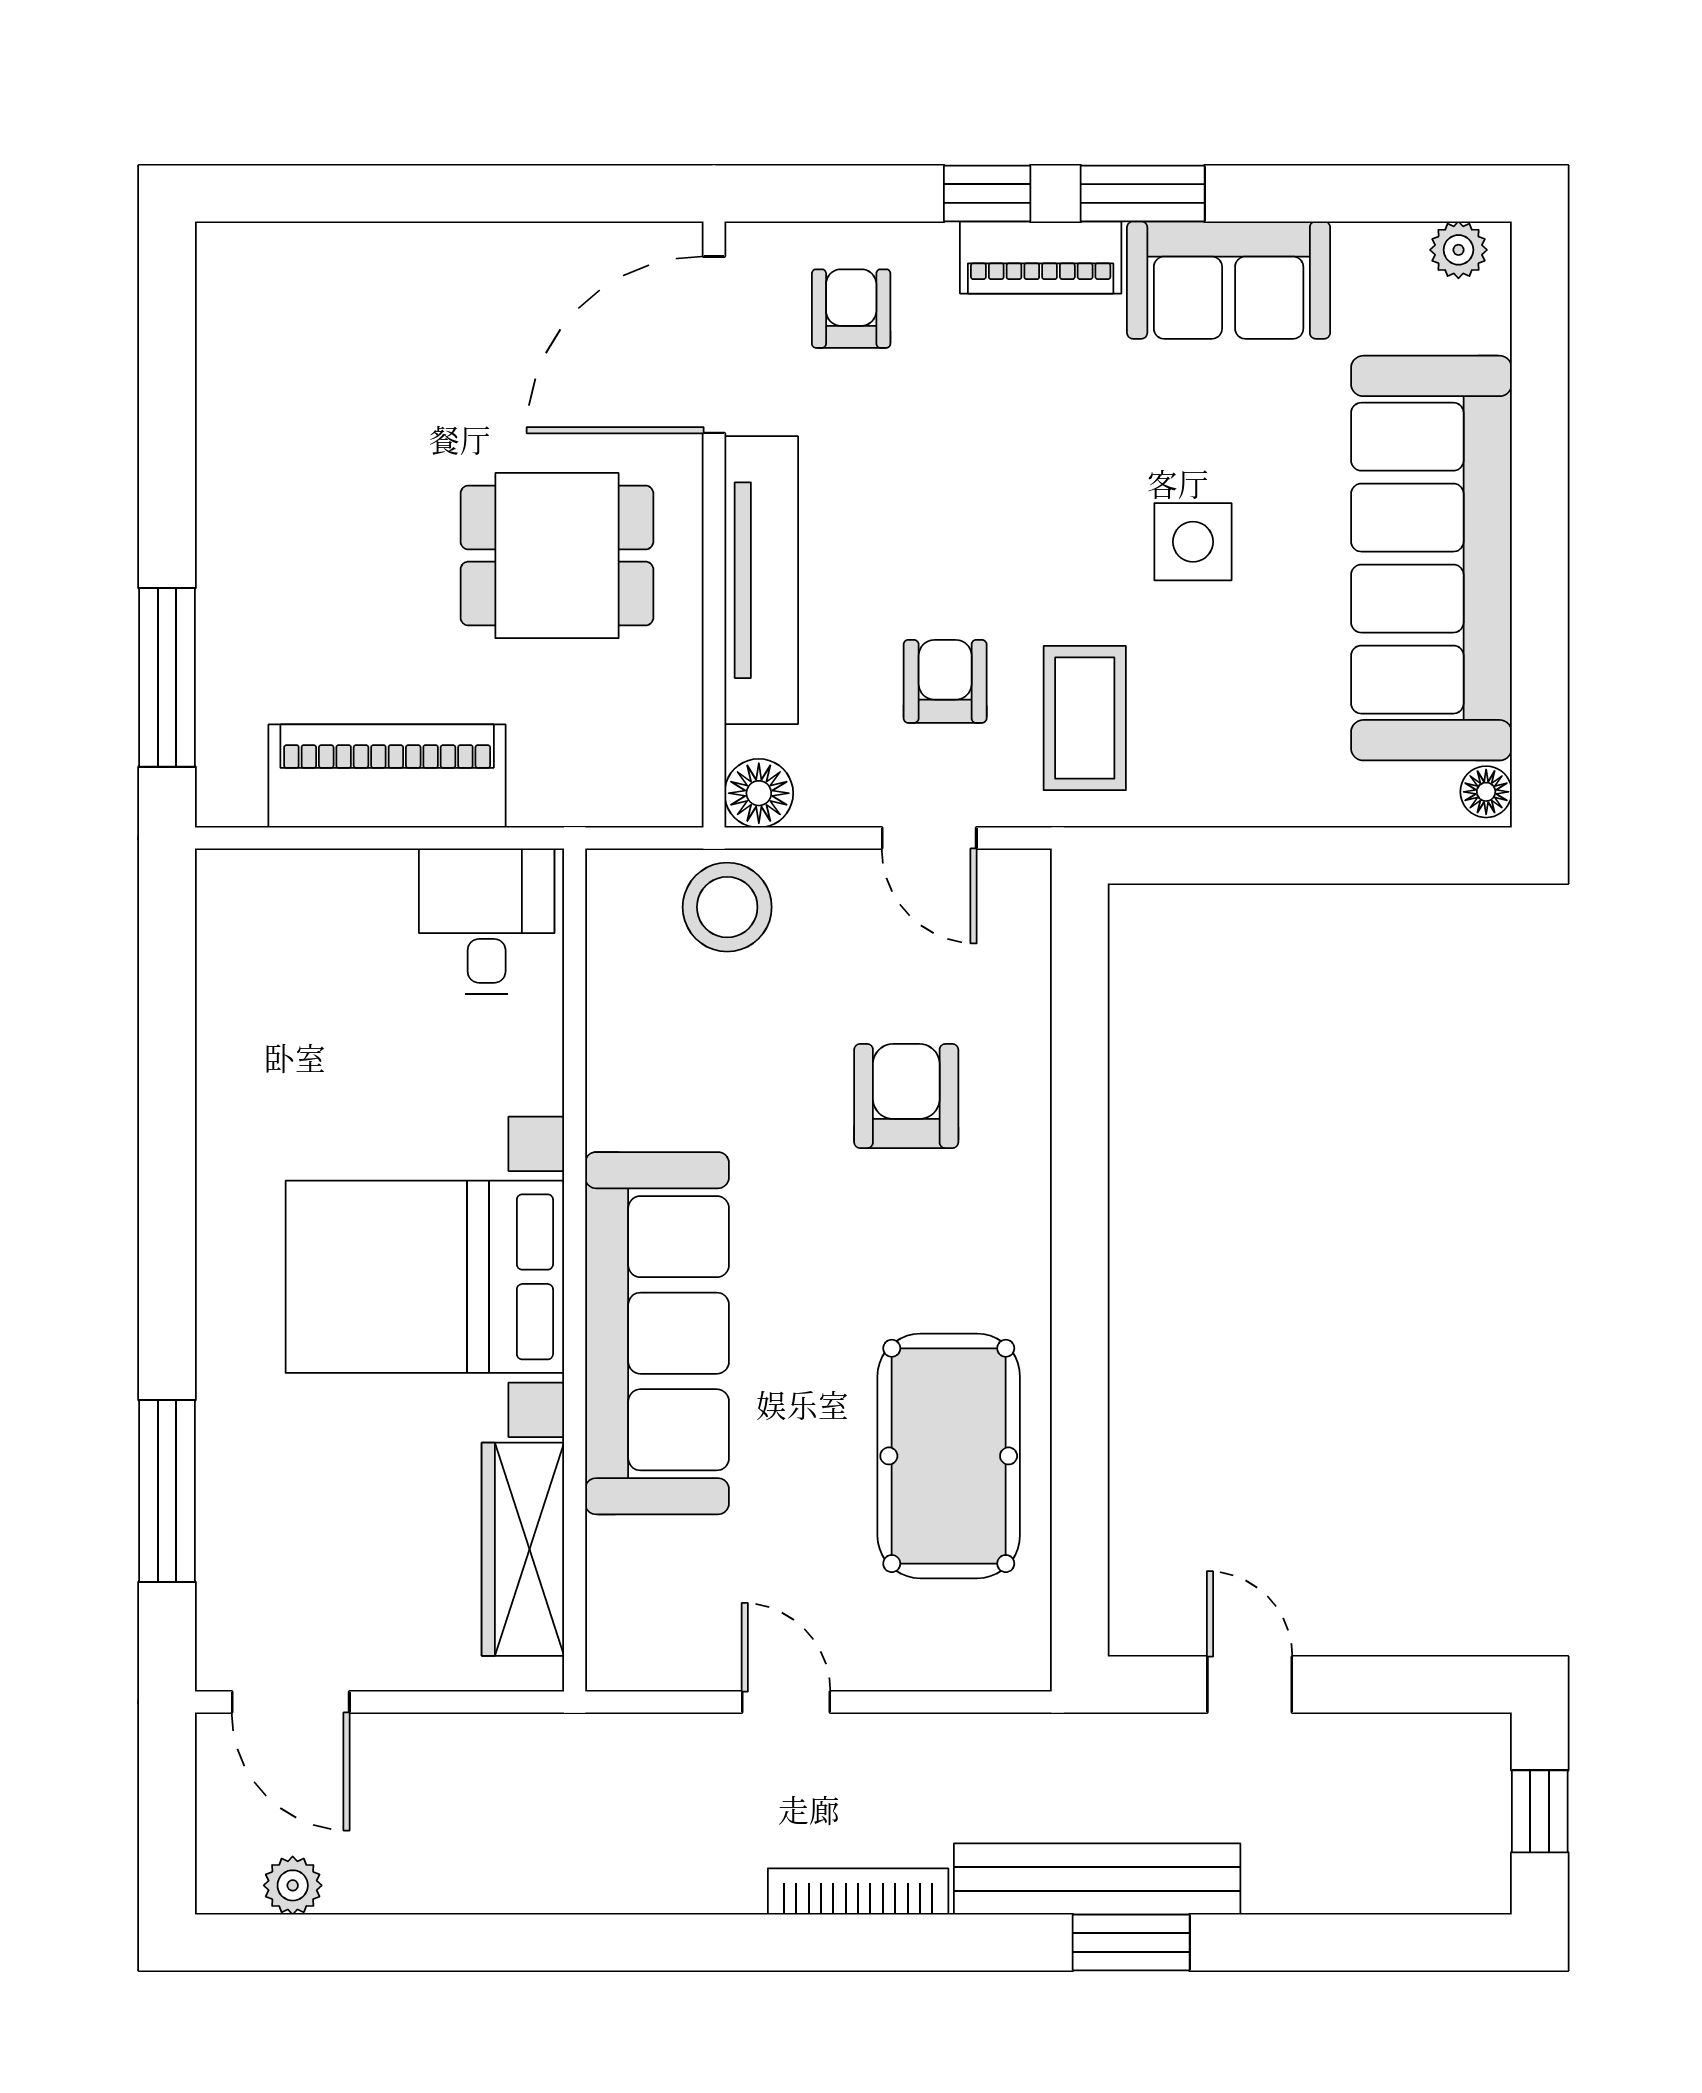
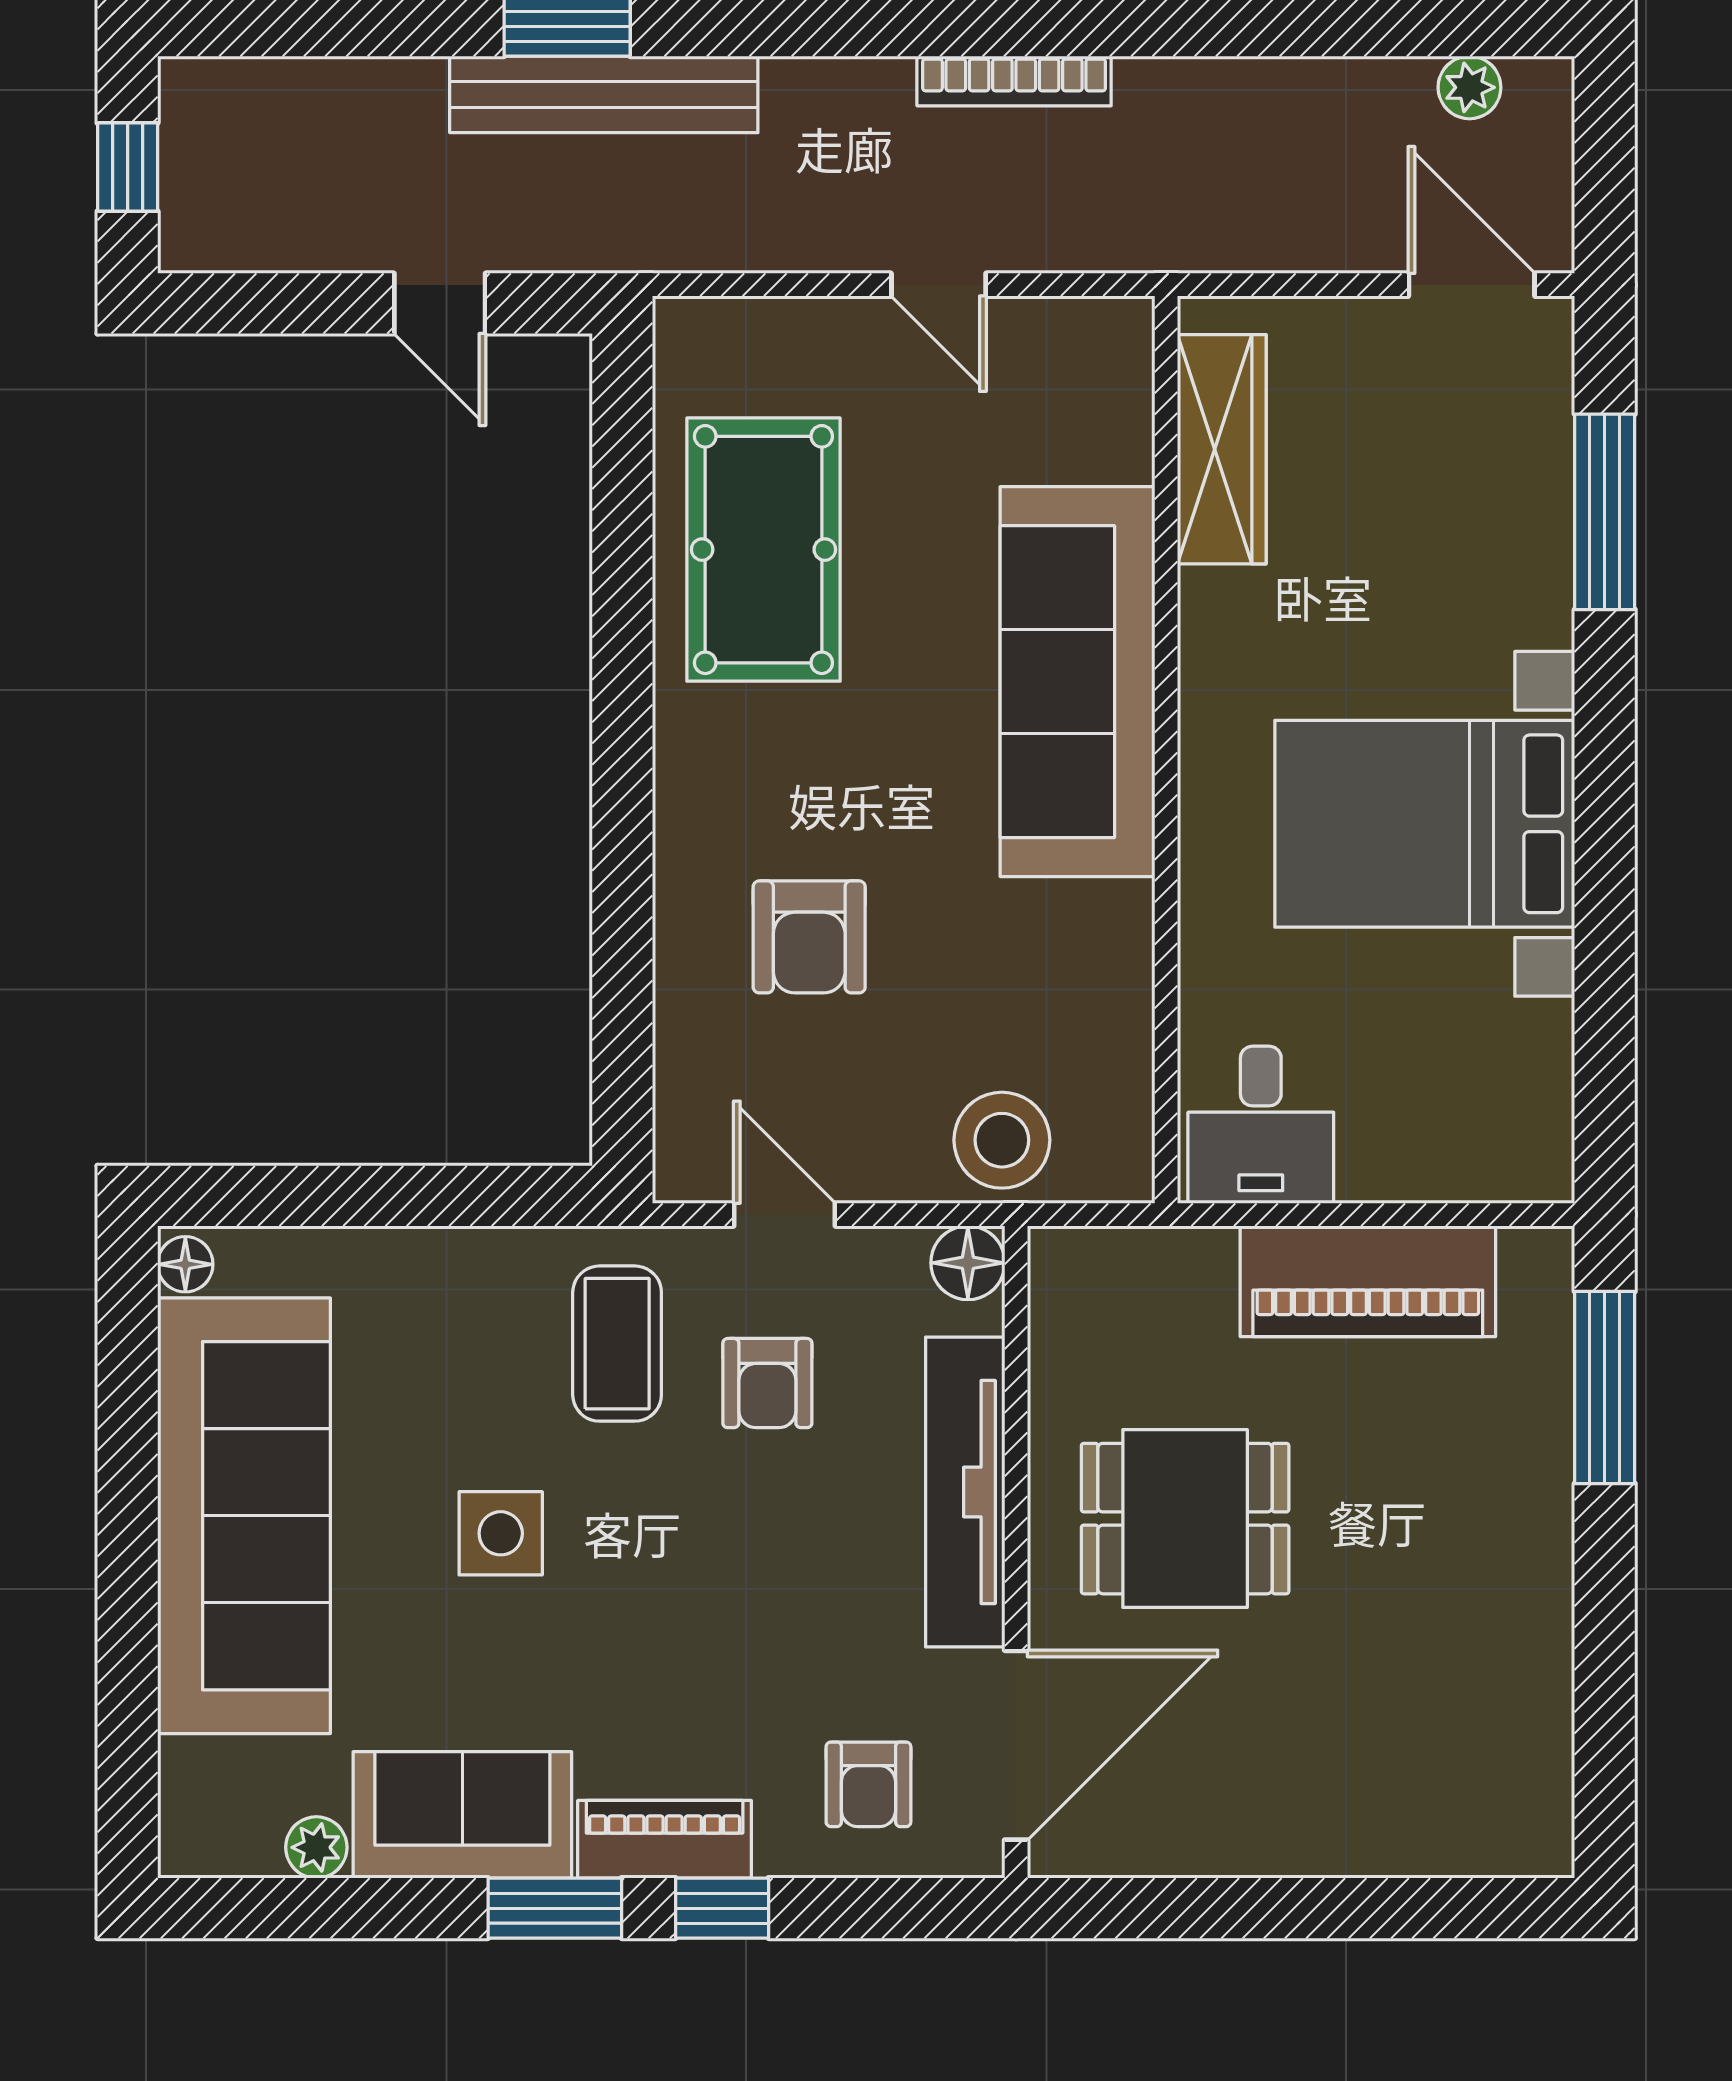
plant: (1458, 250) -> (316, 1847), moved
bed with nightstands: (425, 1277) -> (1425, 824), moved, turned 180
bookcase: (858, 1891) -> (1014, 81), moved

